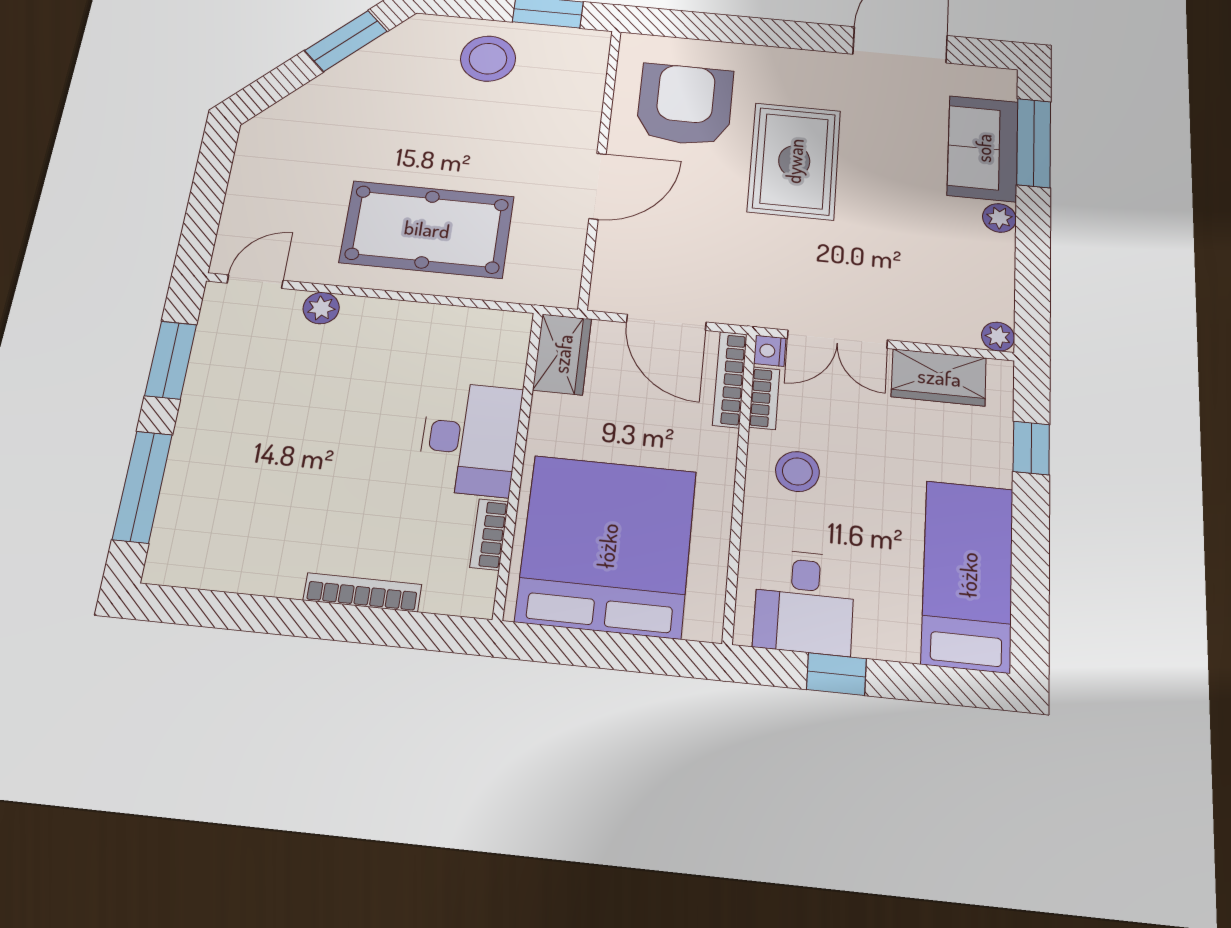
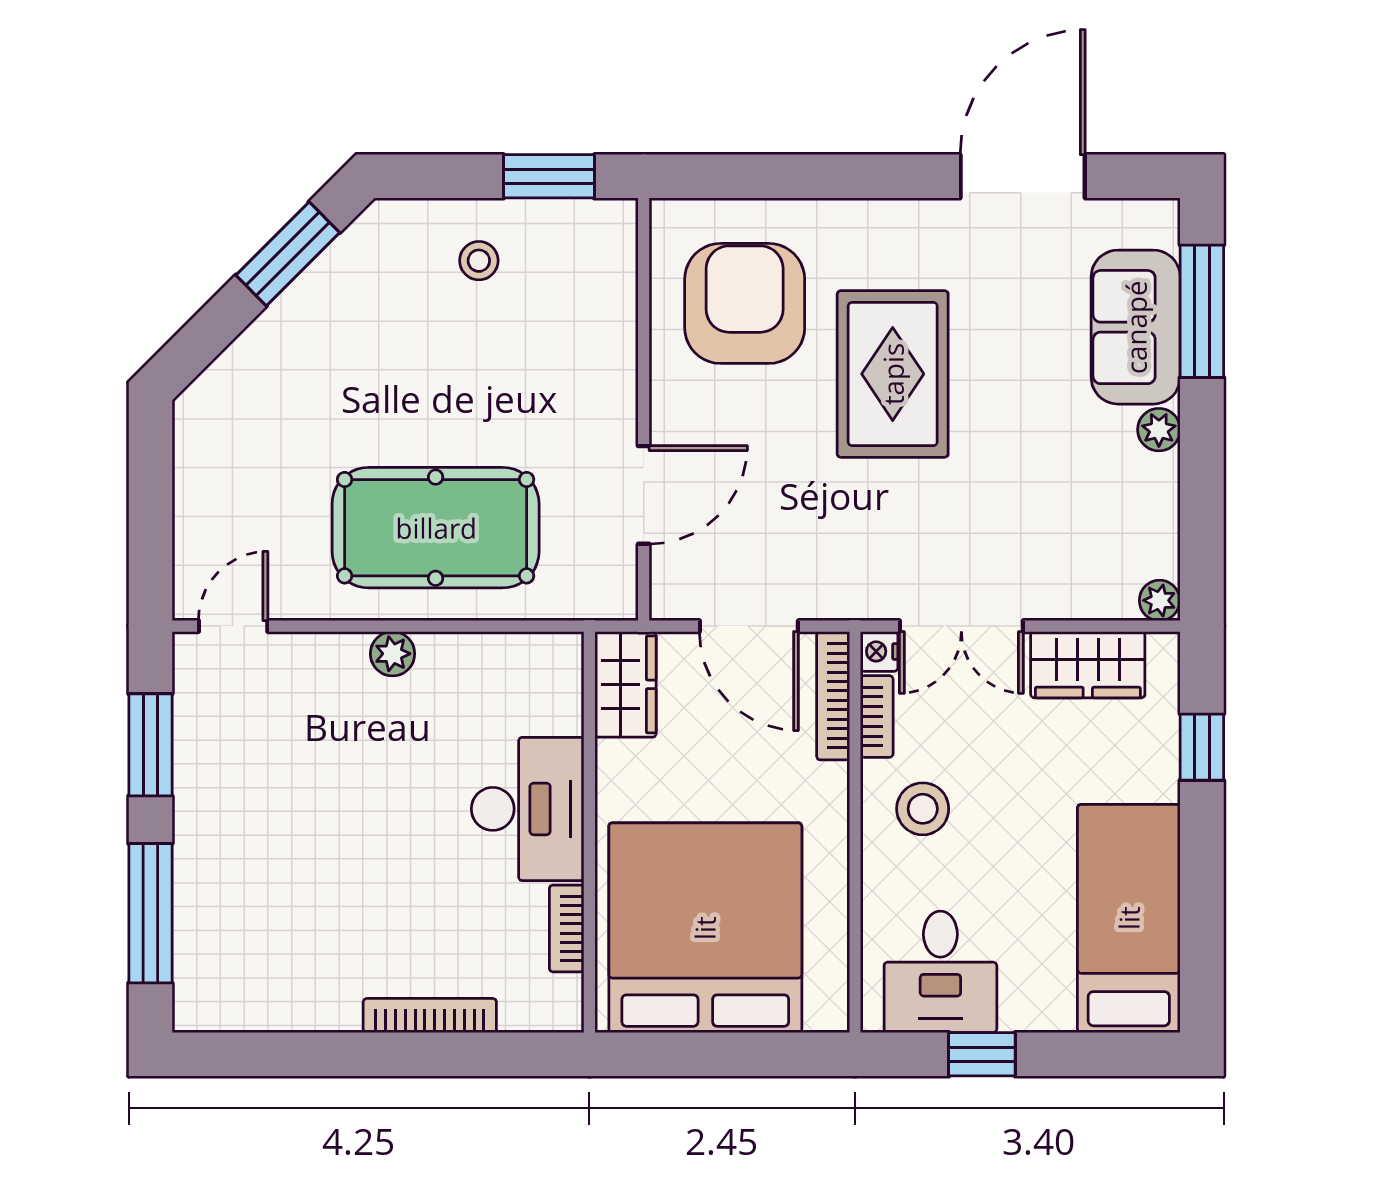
stool: (488, 59) -> (479, 261), width x0.53, depth x0.53
door: (598, 186) -> (644, 495), moved
plant: (321, 308) -> (393, 654), moved

